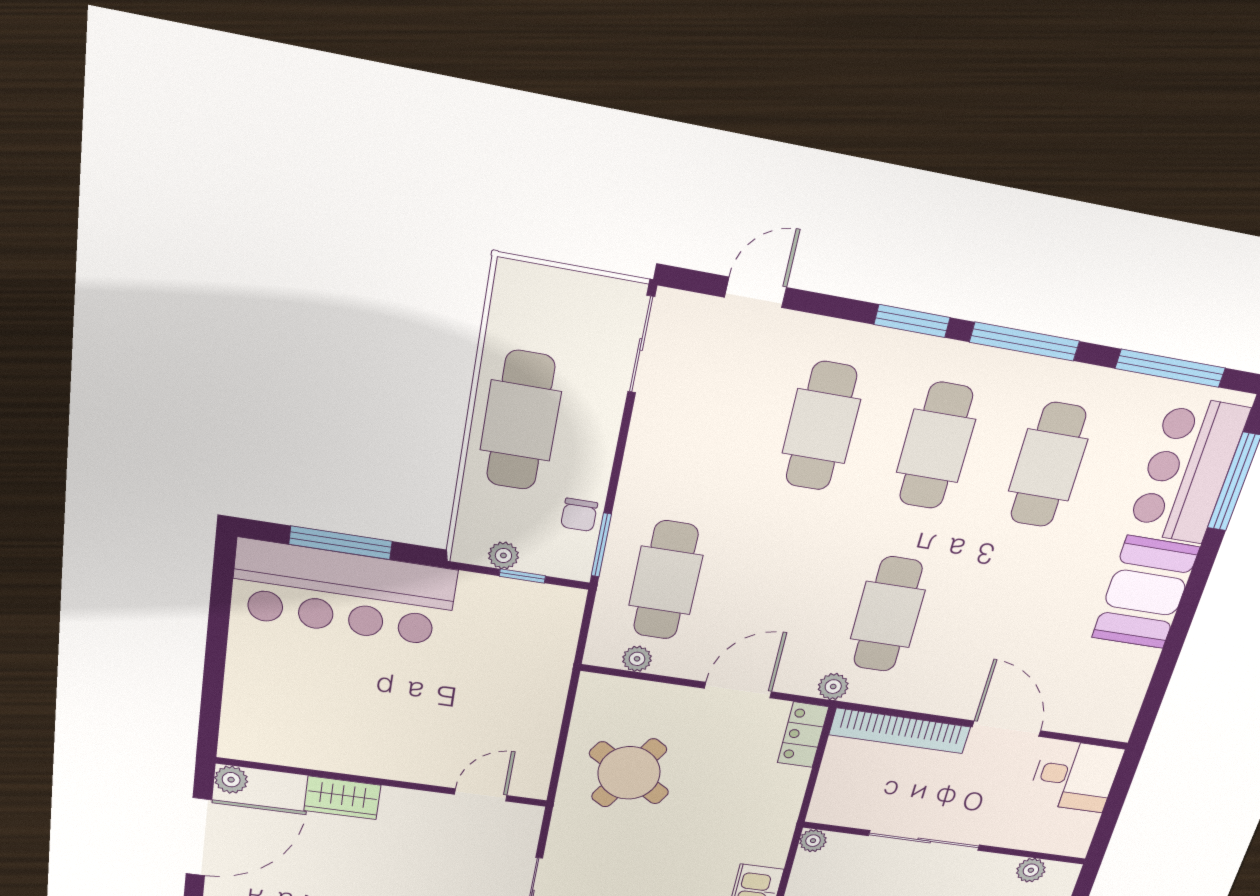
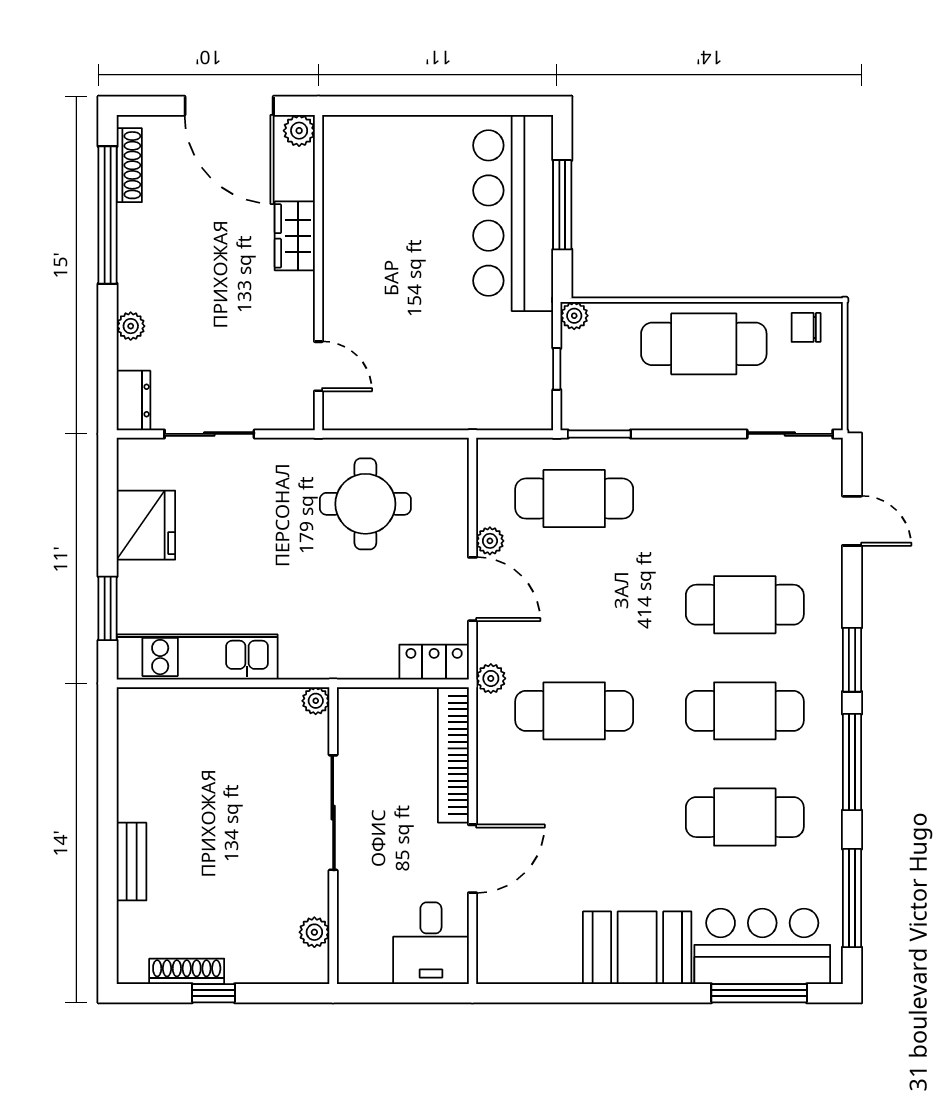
chair: (579, 515) -> (806, 327), moved
plant: (503, 555) -> (574, 316), moved
plant: (637, 659) -> (490, 541), moved
round table: (629, 773) -> (365, 504), turned -32

